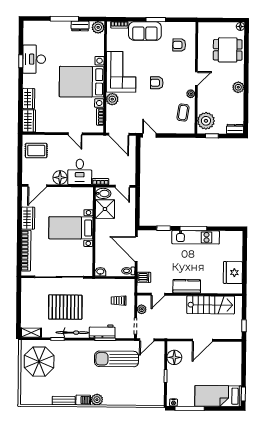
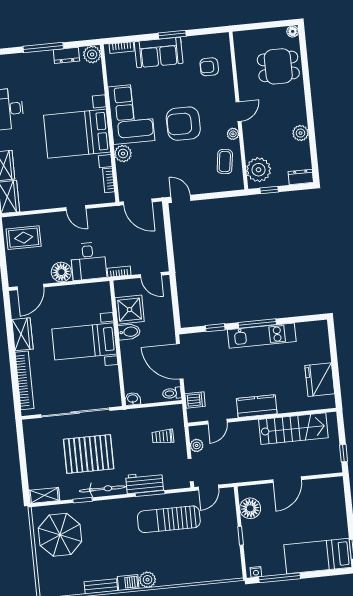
armchair: (157, 83) -> (183, 124), width x1.88, depth x1.88
plant: (238, 87) -> (300, 133), moved
bidet: (103, 193) -> (129, 332), moved

